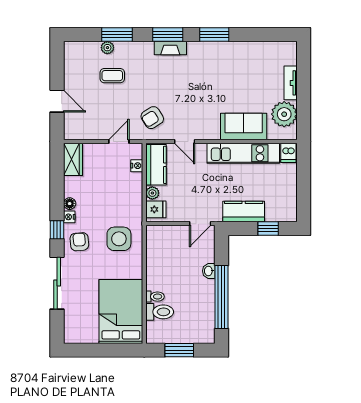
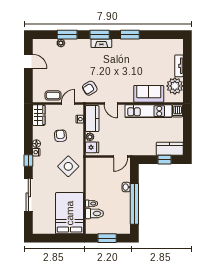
coffee table: (112, 76) -> (53, 95), moved
door: (57, 101) -> (28, 61), moved
kitchen counter: (244, 212) -> (170, 149), moved
side table: (119, 239) -> (68, 166), turned 45
armchair: (79, 242) -> (60, 136), moved

